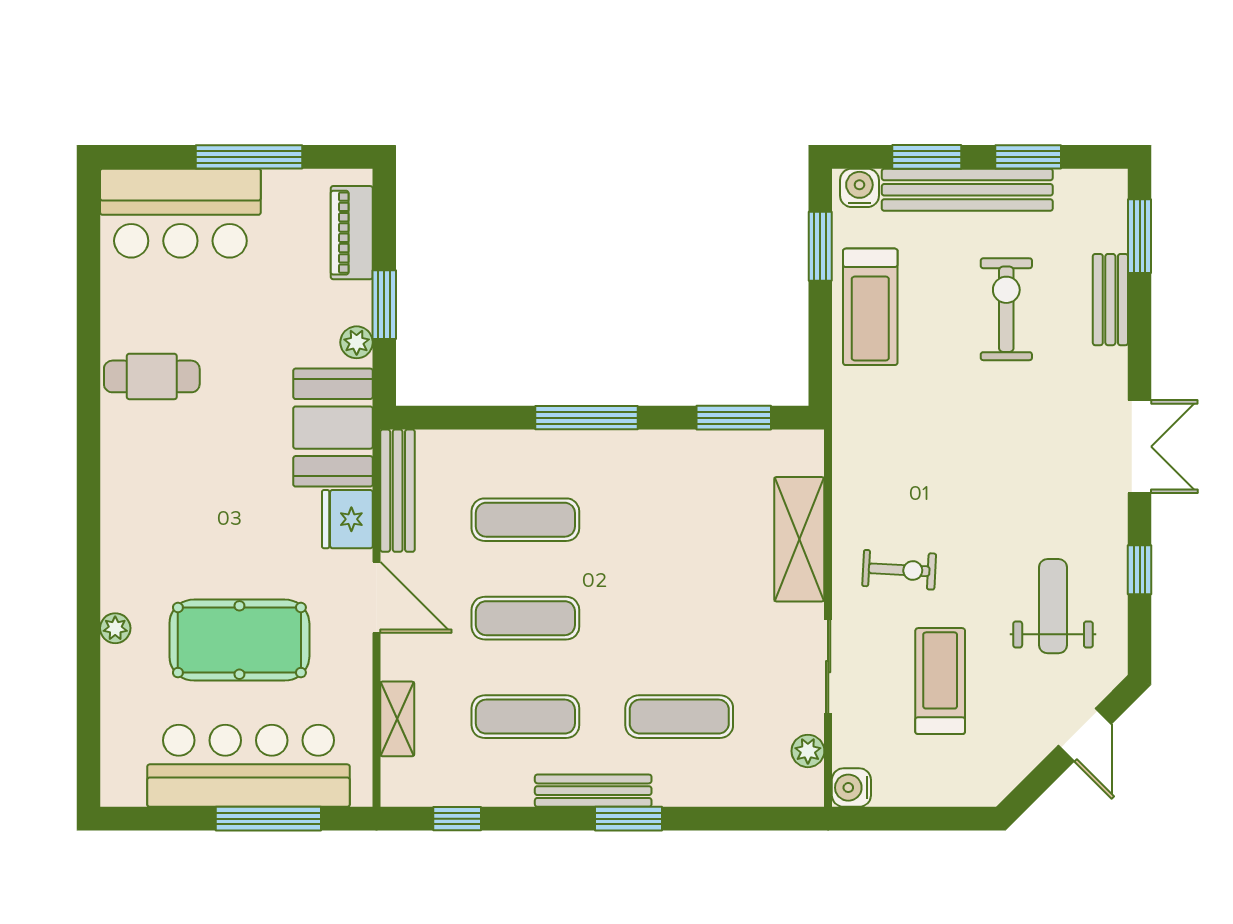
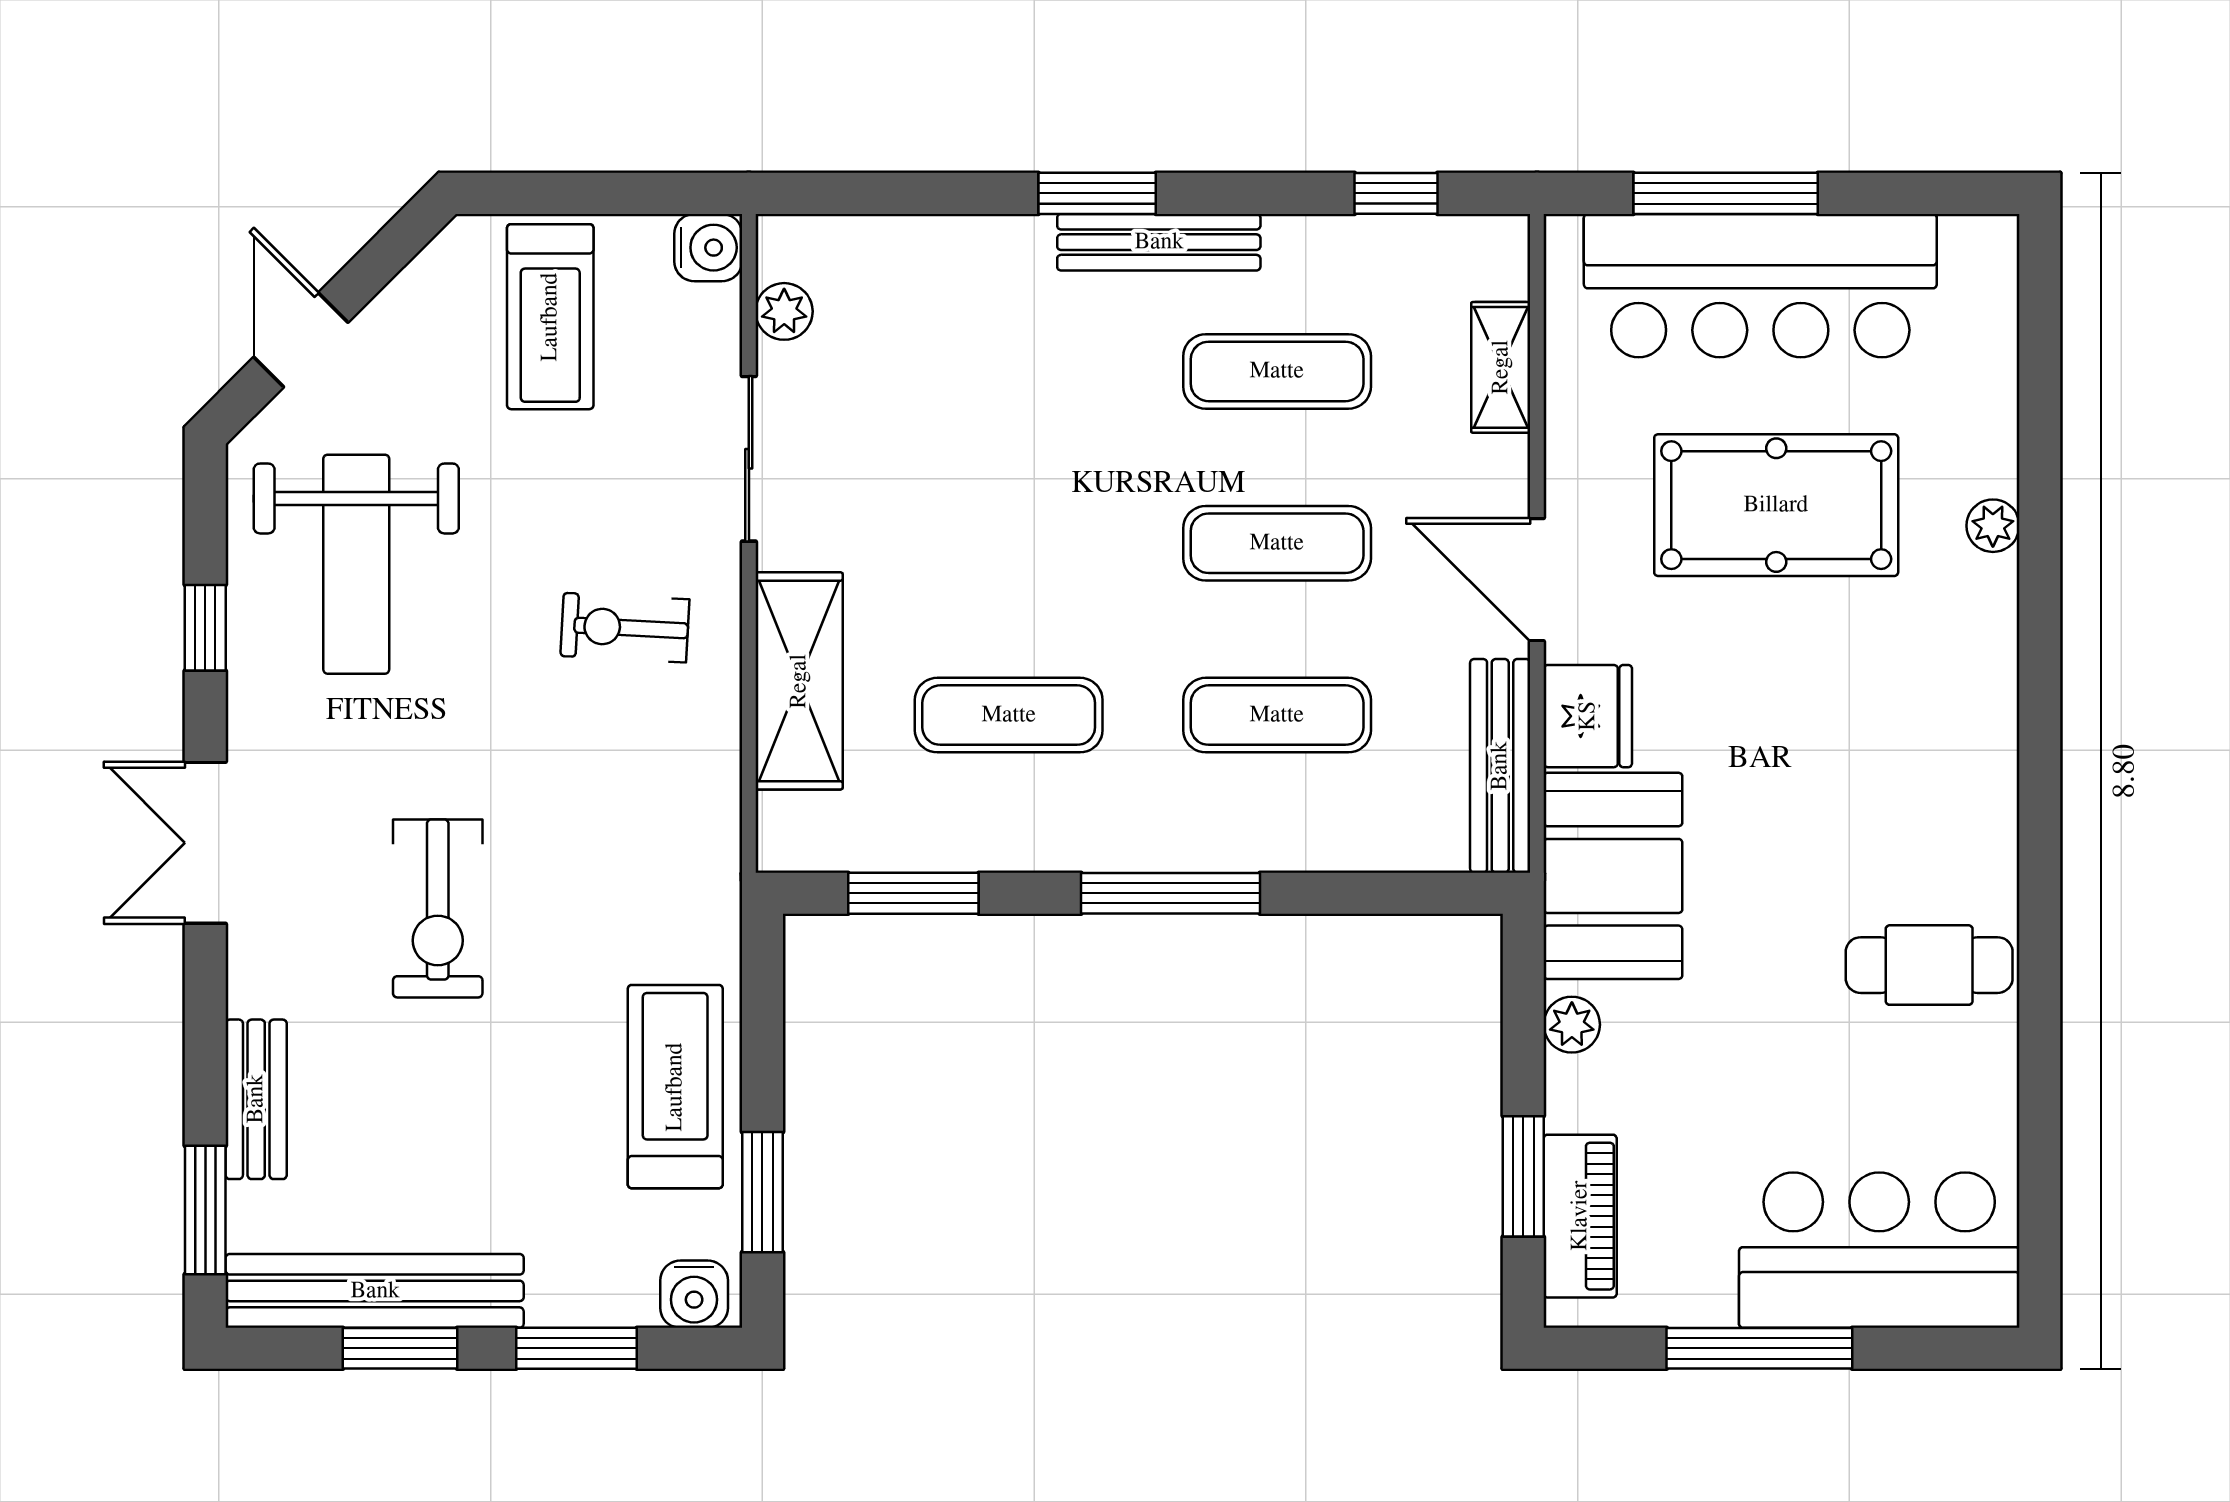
bench: (967, 190) -> (375, 1291), moved
window: (384, 305) -> (1523, 1176), moved
exercise bike: (1006, 309) -> (438, 908), moved
weight bench: (1053, 606) -> (356, 564), width x1.36, depth x1.33
treadmill: (940, 681) -> (550, 317), moved
exercise mat: (679, 717) -> (1009, 715), moved

